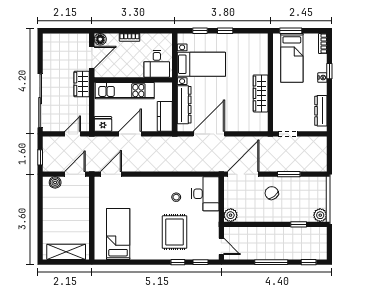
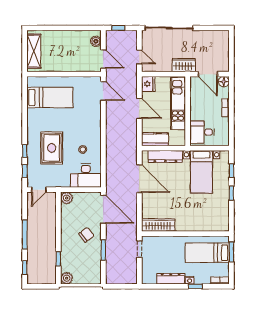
wardrobe: (261, 93) -> (158, 225), moved
dresser: (321, 111) -> (171, 279), moved
rug: (175, 232) -> (52, 148), turned 90

